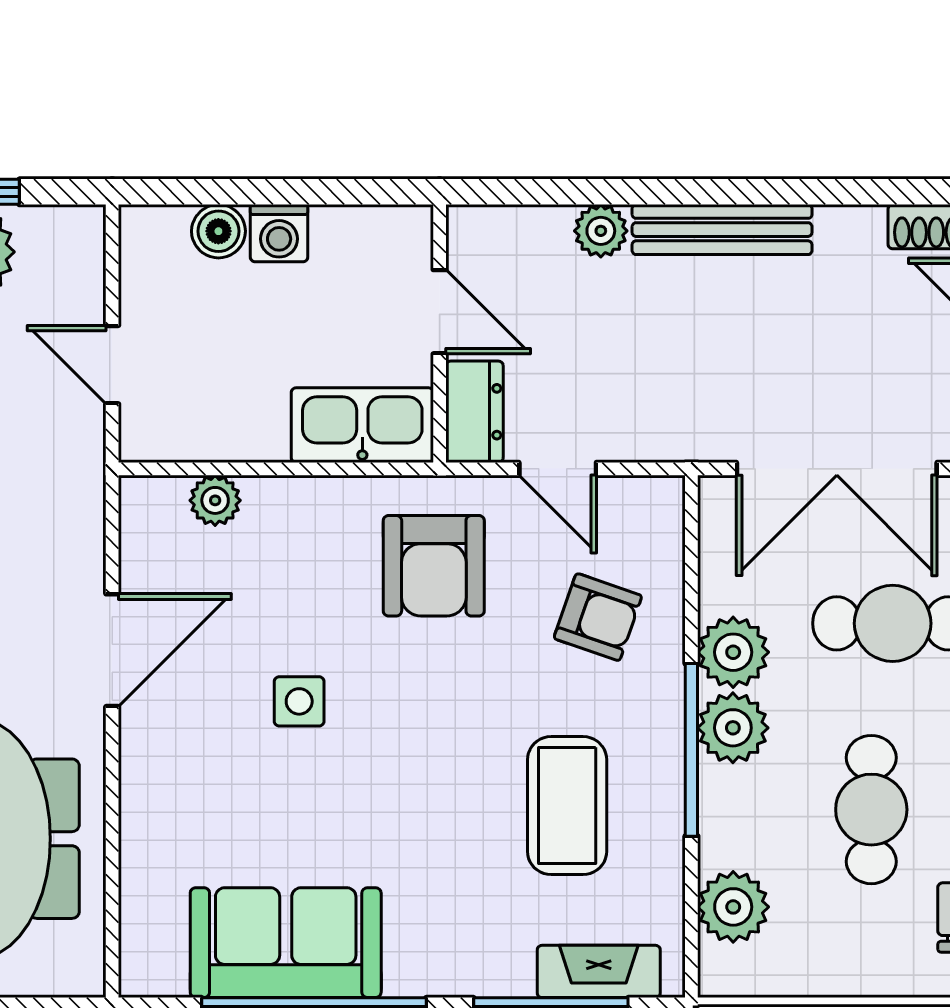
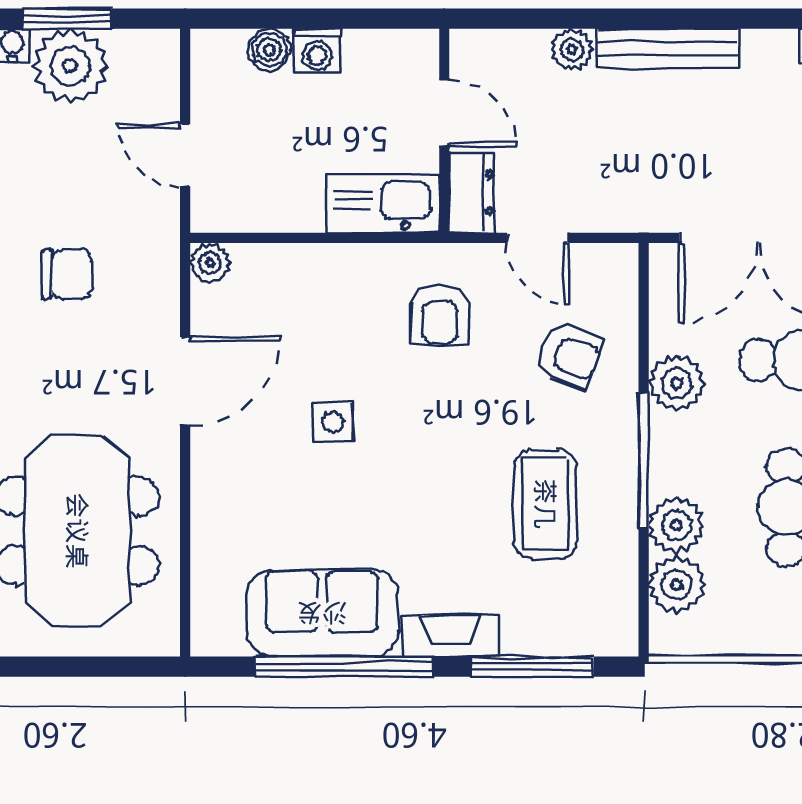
plant: (215, 500) -> (210, 263), moved
armchair: (434, 566) -> (440, 315), width x0.72, depth x0.72
plant: (733, 728) -> (676, 525), moved
fireplace: (599, 971) -> (451, 636), moved

